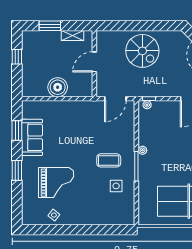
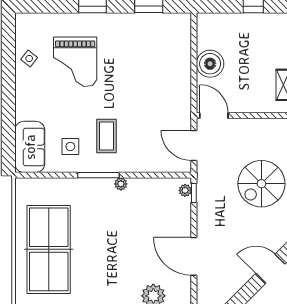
door: (94, 62) -> (214, 116), moved
sofa: (32, 137) -> (30, 147), moved, turned -90

